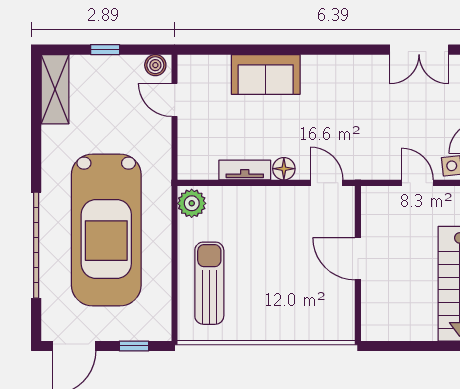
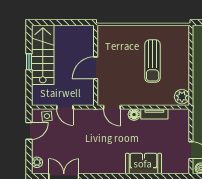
door: (358, 259) -> (96, 68), swing flipped
sun lounger: (209, 283) -> (153, 61), moved

